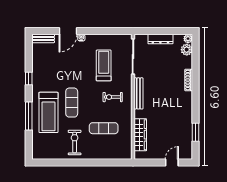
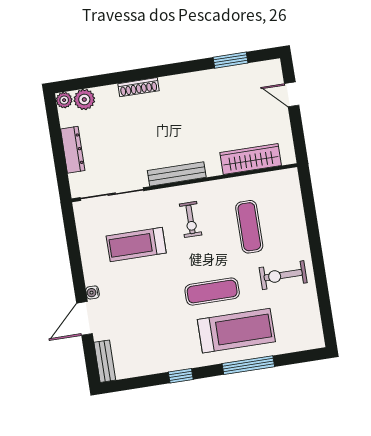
door: (68, 31) -> (84, 318), swing flipped

